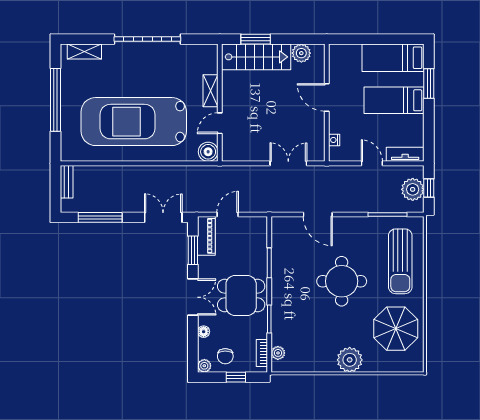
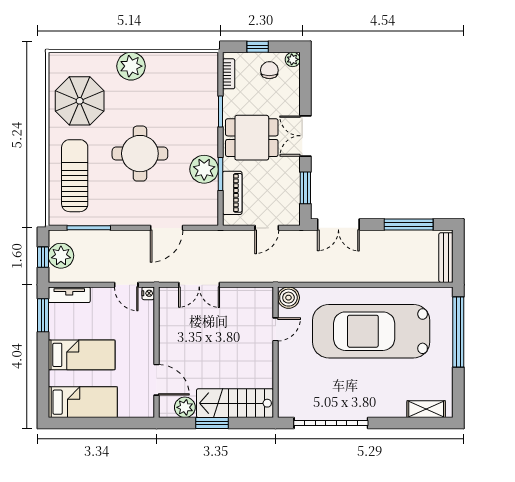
garage door: (147, 39) -> (331, 423), moved
window: (256, 39) -> (212, 423), moved
window: (429, 83) -> (43, 315), moved
shelving: (211, 91) -> (286, 365), removed
door: (327, 97) -> (156, 380), moved
window: (55, 100) -> (458, 332), moved
car: (134, 122) -> (371, 331), turned 180
nightstand: (334, 140) -> (148, 293), moved
door: (372, 163) -> (126, 285), moved
bench: (67, 182) -> (446, 258), width x1.36
door: (318, 215) -> (167, 228), swing flipped
piano: (206, 236) -> (232, 193), moved, turned 180
floor lamp: (204, 332) -> (293, 97), removed
plant: (278, 353) -> (204, 169), moved, width x1.88, depth x1.88

